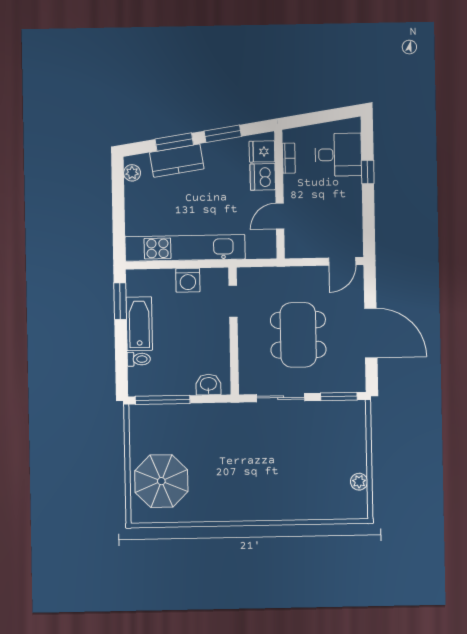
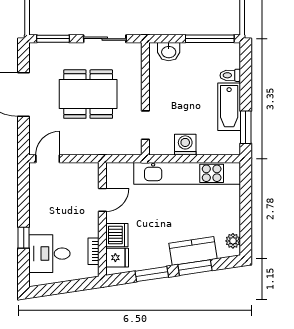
dining table: (298, 335) -> (88, 94), turned 90

